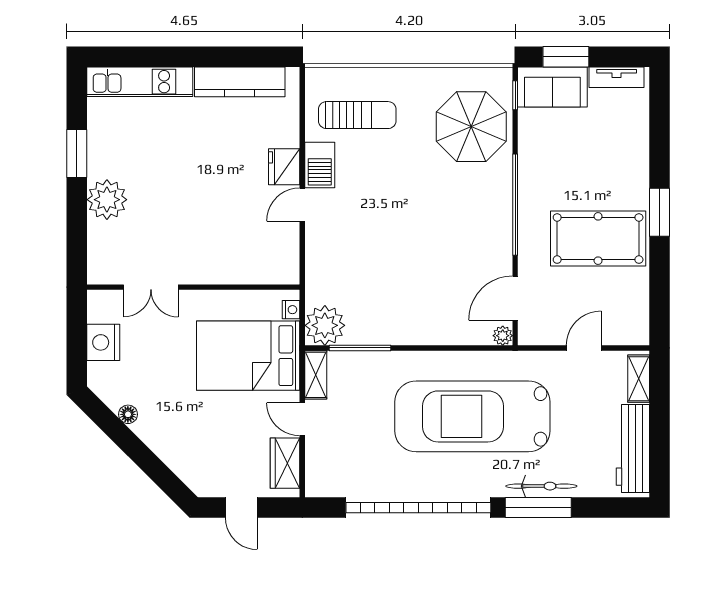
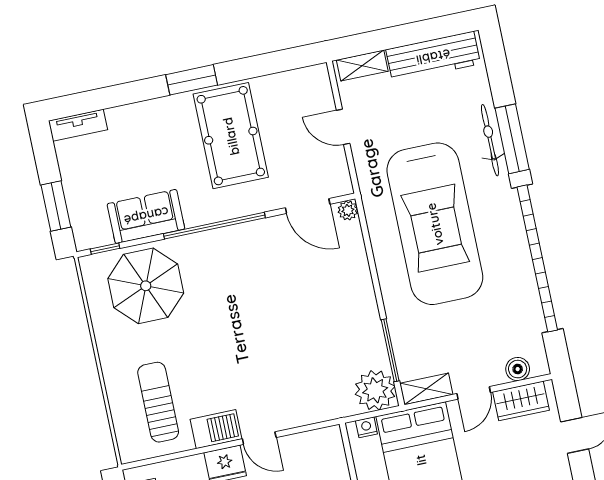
tv unit: (617, 77) -> (78, 125), moved, turned 90
sofa: (552, 87) -> (146, 216), moved, turned -90
boiler: (316, 466) -> (518, 369), added

